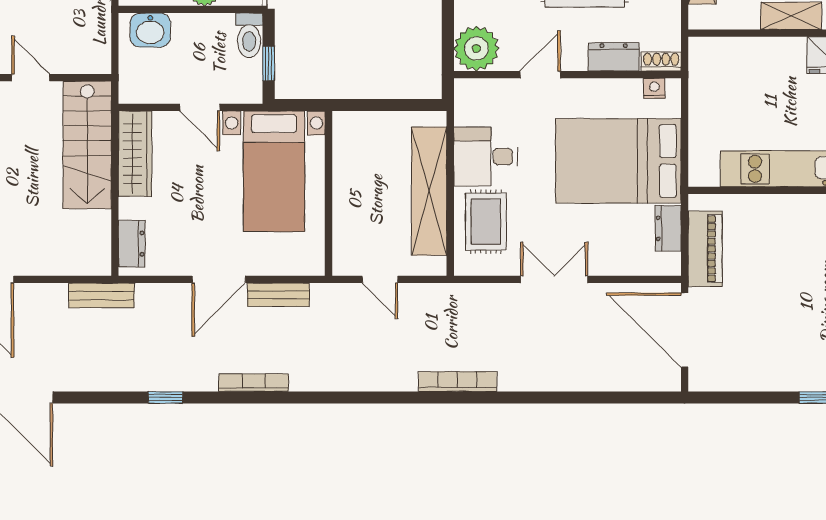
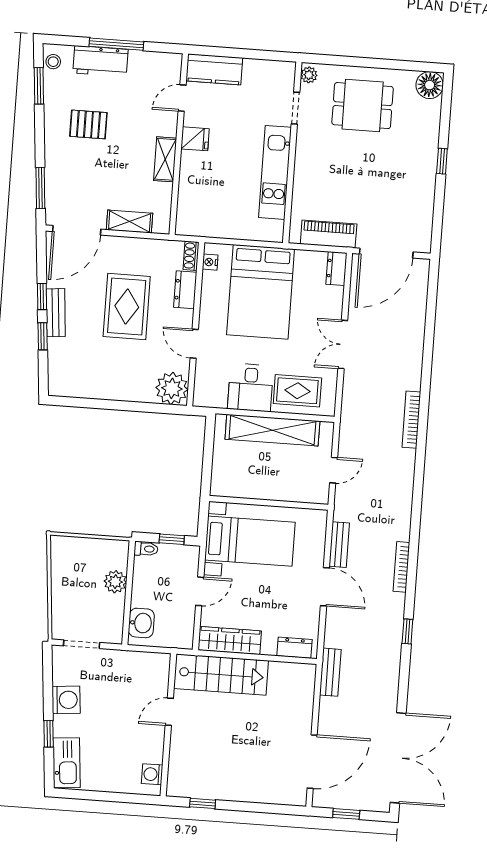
toilet: (249, 35) -> (146, 549), width x0.73, depth x0.72
dresser: (668, 228) -> (336, 269), moved, turned 90

